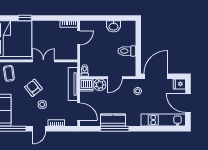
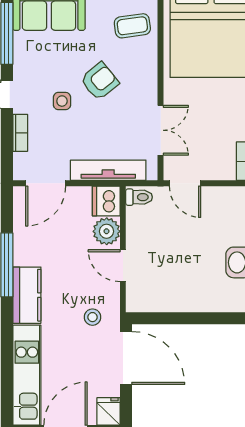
door: (79, 38) -> (185, 183), moved
toilet: (127, 51) -> (183, 292), removed
double door: (43, 61) -> (161, 130), moved
kitchen counter: (113, 120) -> (27, 295), moved

